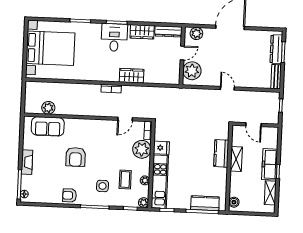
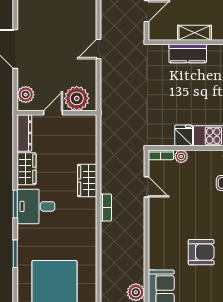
door: (182, 53) -> (53, 113), hinge flipped
plant: (142, 149) -> (181, 156), width x0.53, depth x0.53

